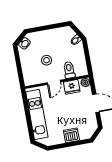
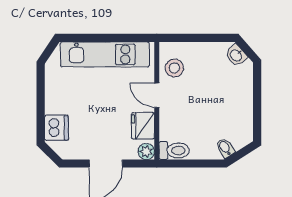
stool: (47, 60) -> (174, 68), moved
toilet: (69, 70) -> (174, 150), moved
dishwasher: (71, 135) -> (56, 128), moved

